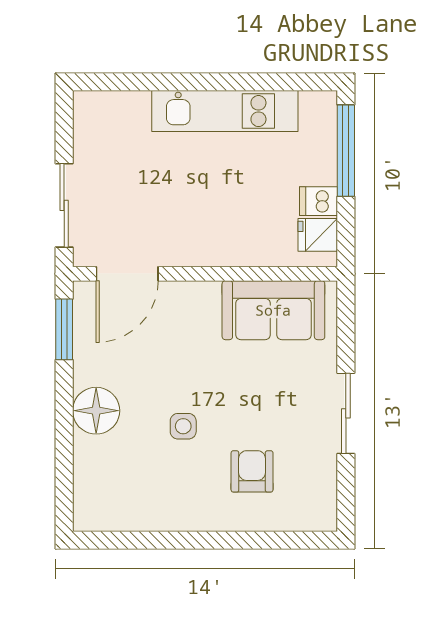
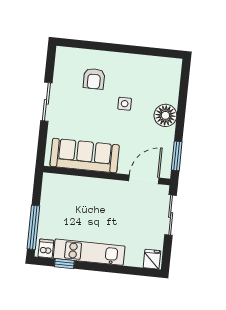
window: (274, 82) -> (64, 264), added
dishwasher: (318, 201) -> (46, 249), moved, turned -90
fridge: (318, 235) -> (152, 259), moved, turned -90
sofa: (273, 310) -> (85, 156), width x1.36

